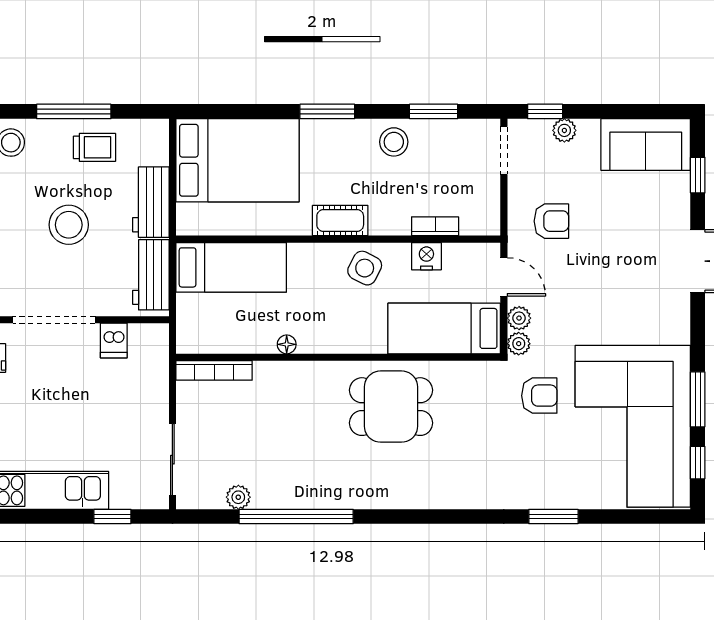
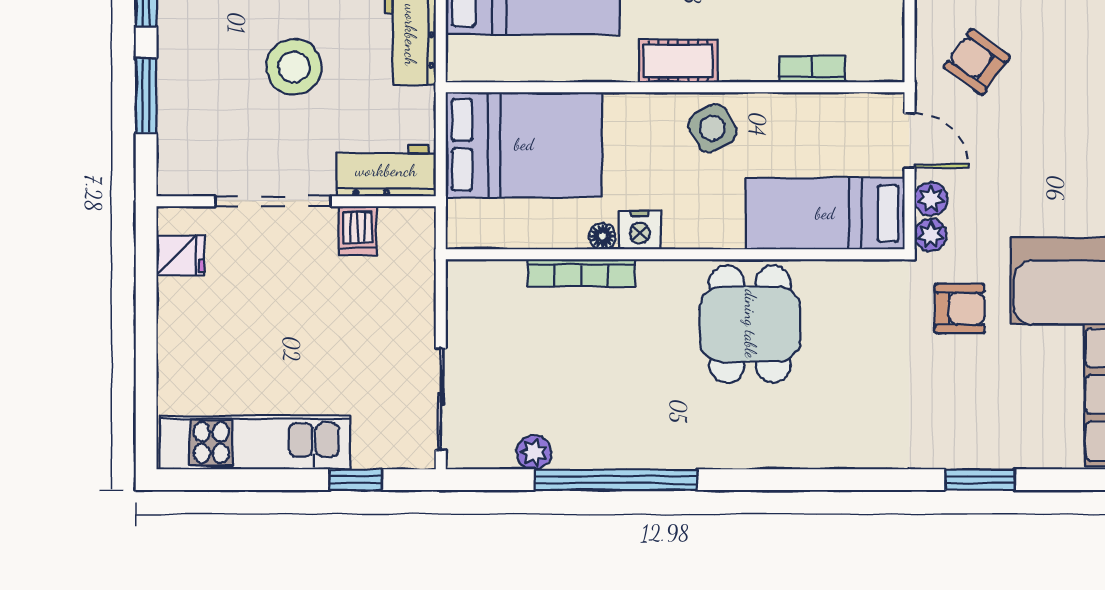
armchair: (551, 221) -> (977, 62), turned -144
nightstand: (426, 256) -> (640, 230), moved, turned 180
bed: (231, 267) -> (524, 145), width x1.50
side table: (365, 268) -> (713, 128), turned 34
workbench: (151, 275) -> (386, 171), moved, turned 90
bookcase: (214, 370) -> (581, 273), moved
dining table: (391, 407) -> (750, 324), turned 90

